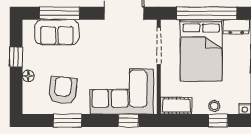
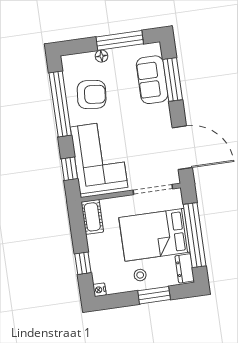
window: (16, 57) -> (120, 40), width x2.17
stool: (214, 106) -> (140, 275), moved
window: (67, 121) -> (60, 104), width x2.11

